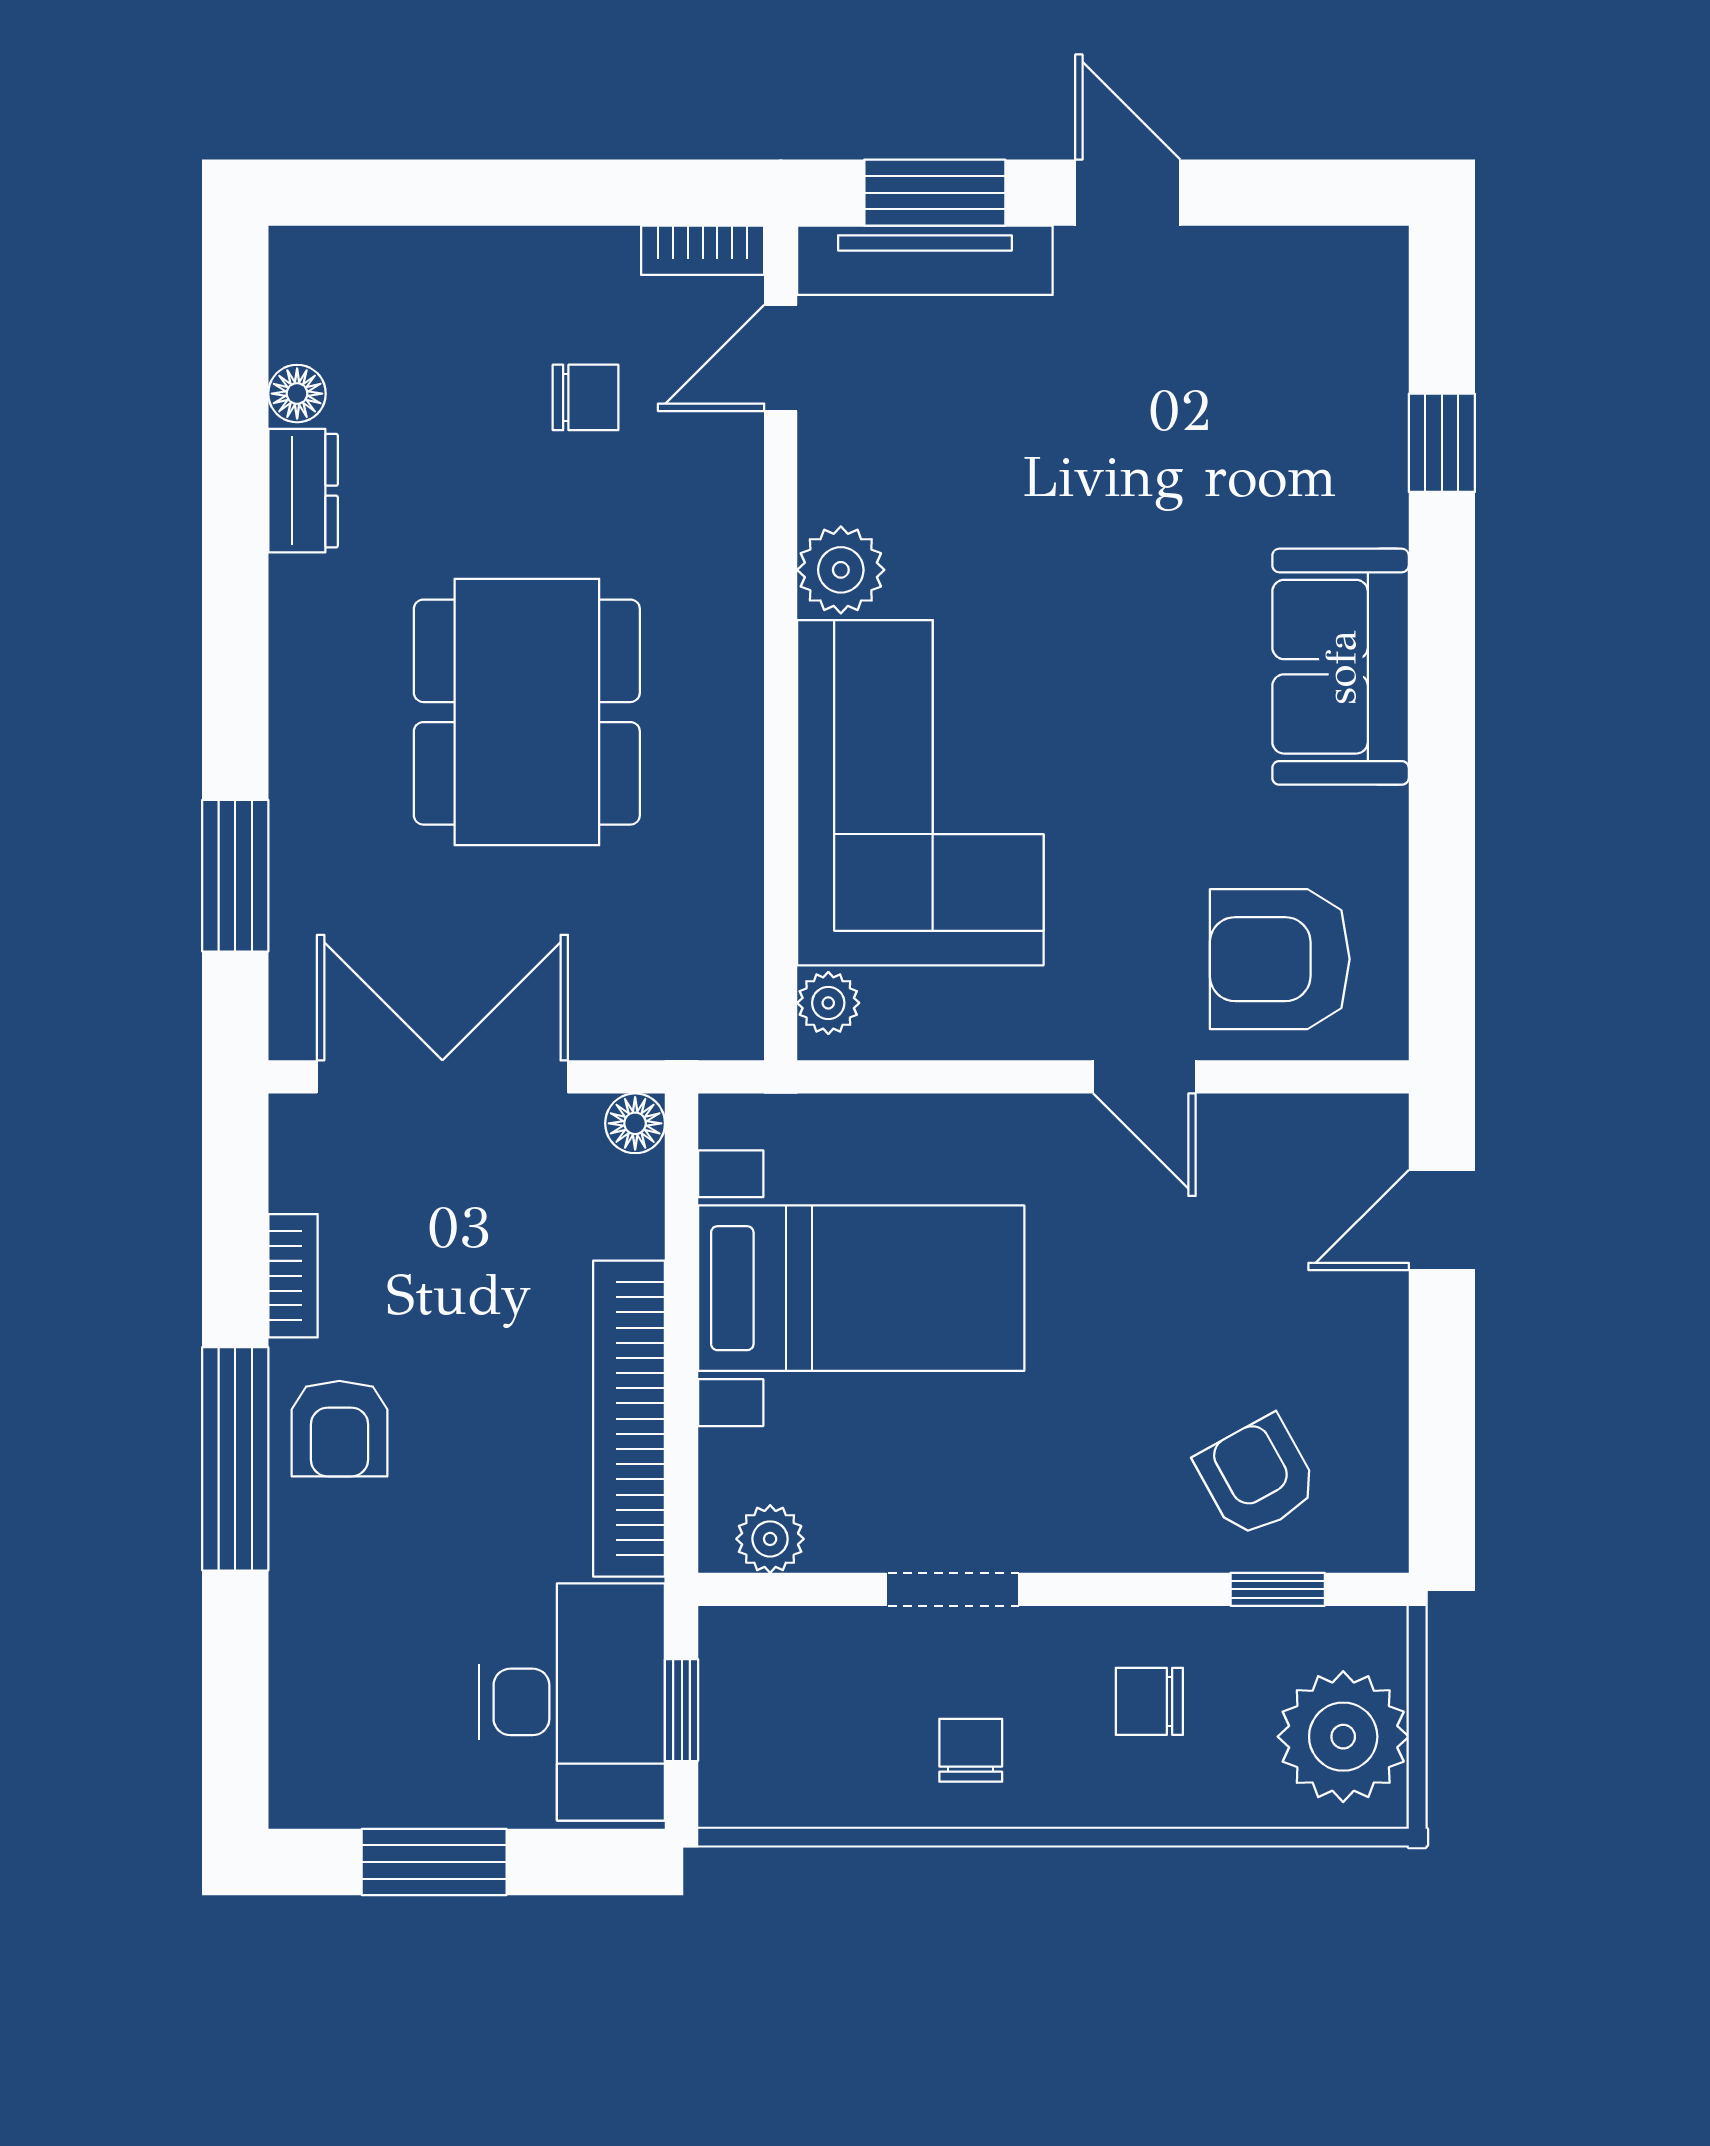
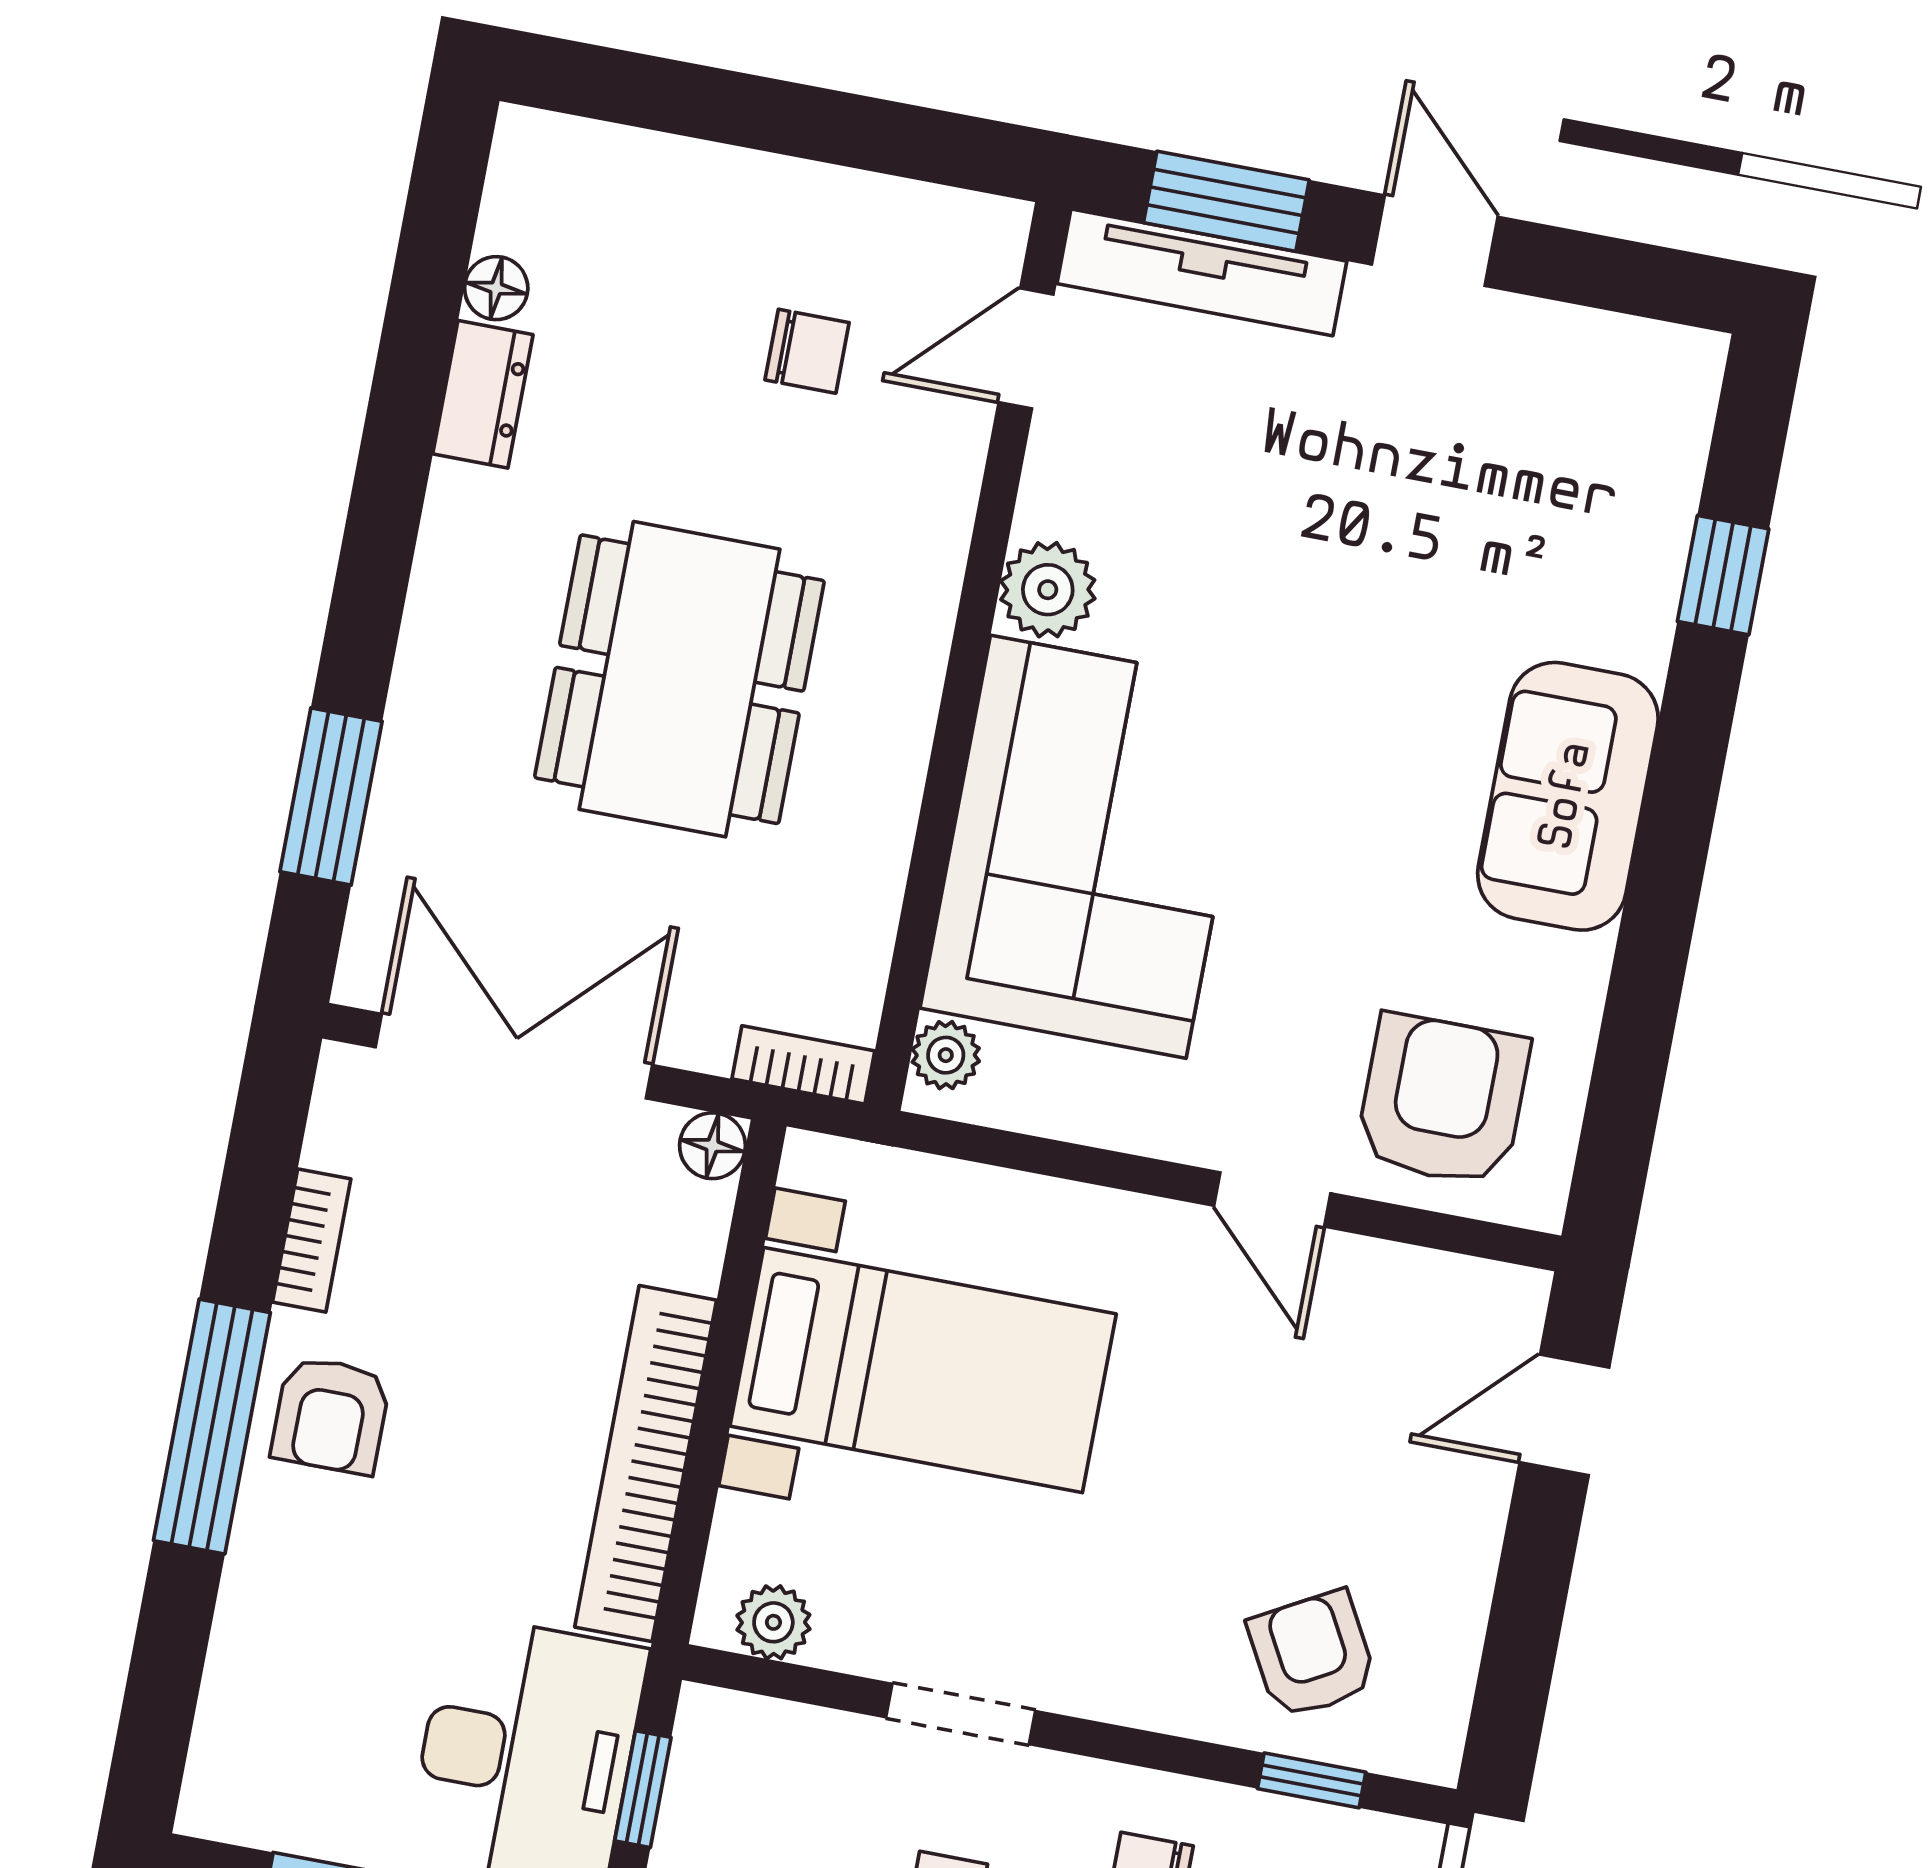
bookcase: (703, 250) -> (803, 1065), moved, turned 180
armchair: (1280, 959) -> (1443, 1100), turned 90

